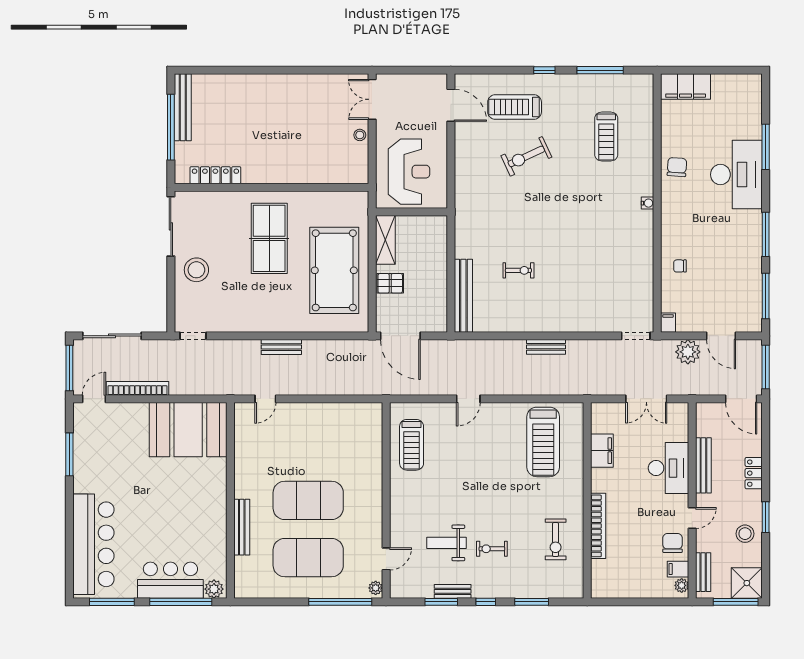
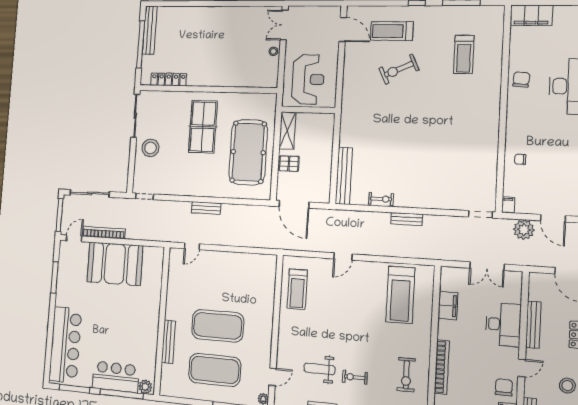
water cooler: (648, 203) -> (495, 108), removed
exercise bike: (518, 270) -> (381, 199), moved
booth: (188, 430) -> (115, 264), moved

